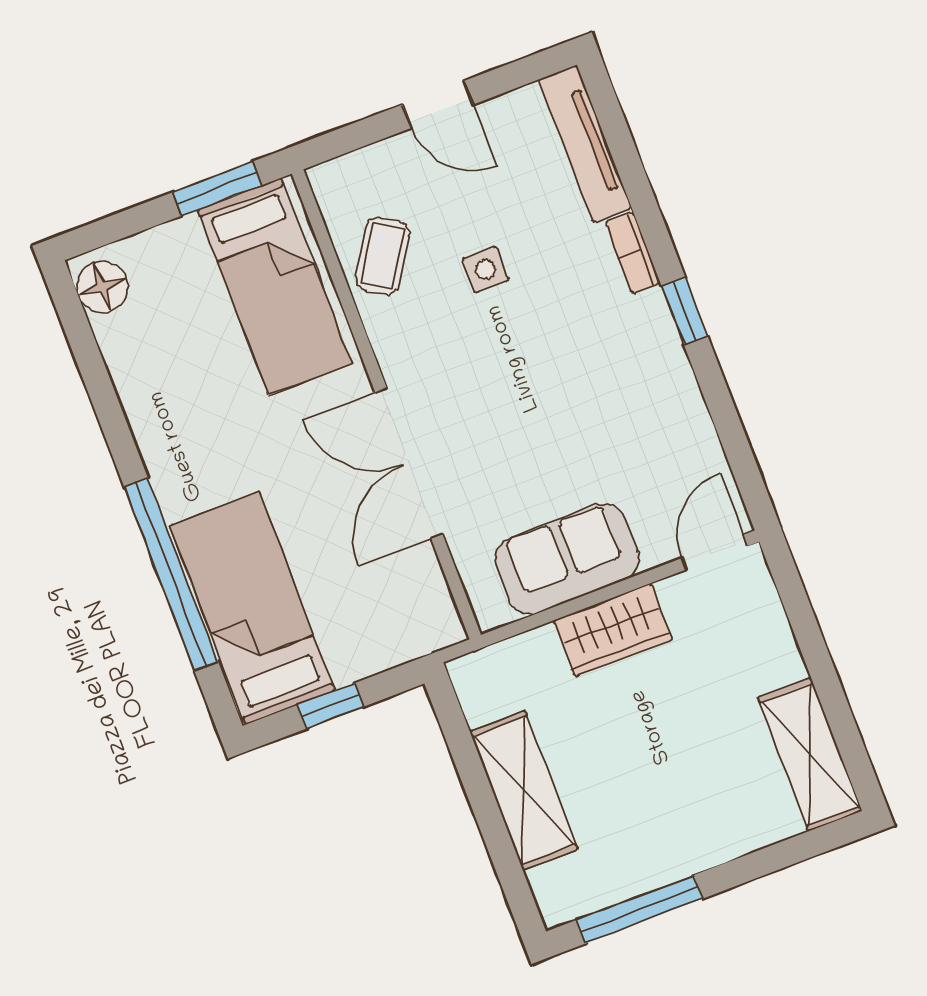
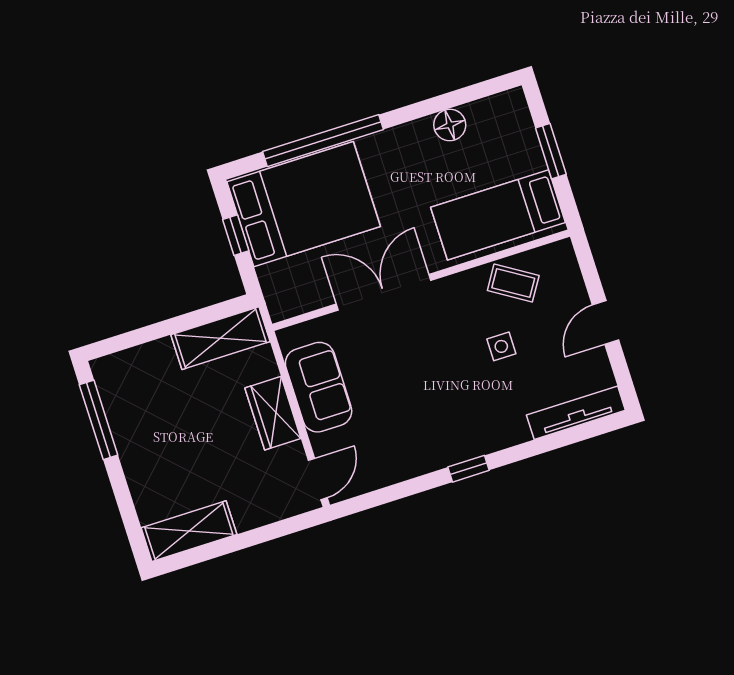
window: (217, 189) -> (551, 151), moved
bookcase: (633, 253) -> (507, 439), removed
floor lamp: (102, 287) -> (450, 125), moved
door: (715, 552) -> (318, 479), hinge flipped
bed: (252, 608) -> (304, 204), width x1.50
shelving: (524, 790) -> (220, 338), moved

